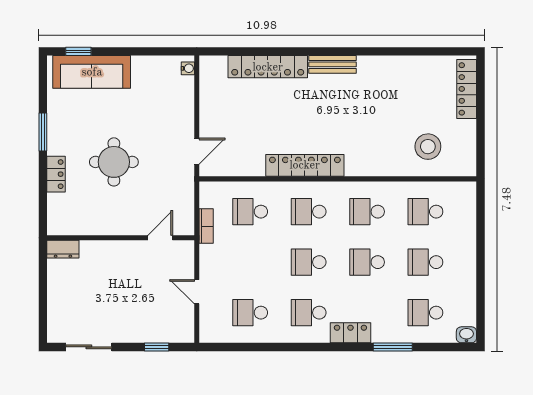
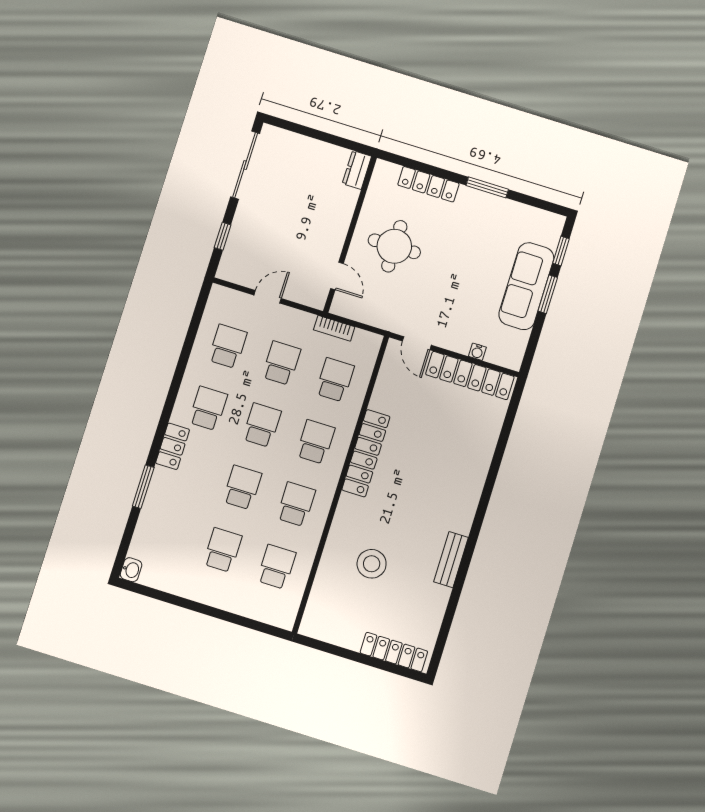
window: (119, 51) -> (548, 294), added
bench: (332, 64) -> (451, 560), moved
locker: (268, 67) -> (470, 376), moved, turned -90
water cooler: (188, 68) -> (477, 352), moved
sofa: (92, 72) -> (526, 286), moved
stool: (428, 147) -> (372, 564), moved
round table: (114, 162) -> (394, 246), moved
locker: (56, 174) -> (428, 184), width x1.53
school desk: (425, 313) -> (281, 363), moved
sliding door: (89, 347) -> (245, 165), width x1.37

